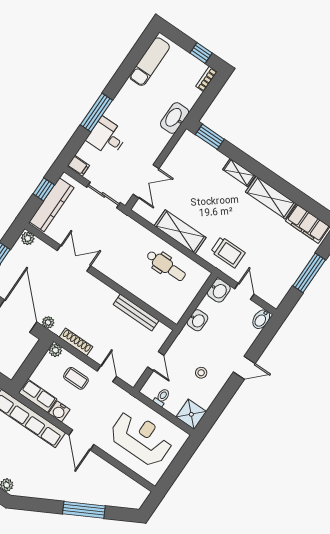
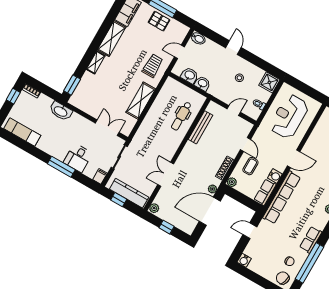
dental chair: (166, 266) -> (181, 116), moved, turned 180
pallet: (290, 266) -> (159, 21), added
washbasin: (219, 291) -> (190, 75), moved
door: (107, 374) -> (245, 145), swing flipped

